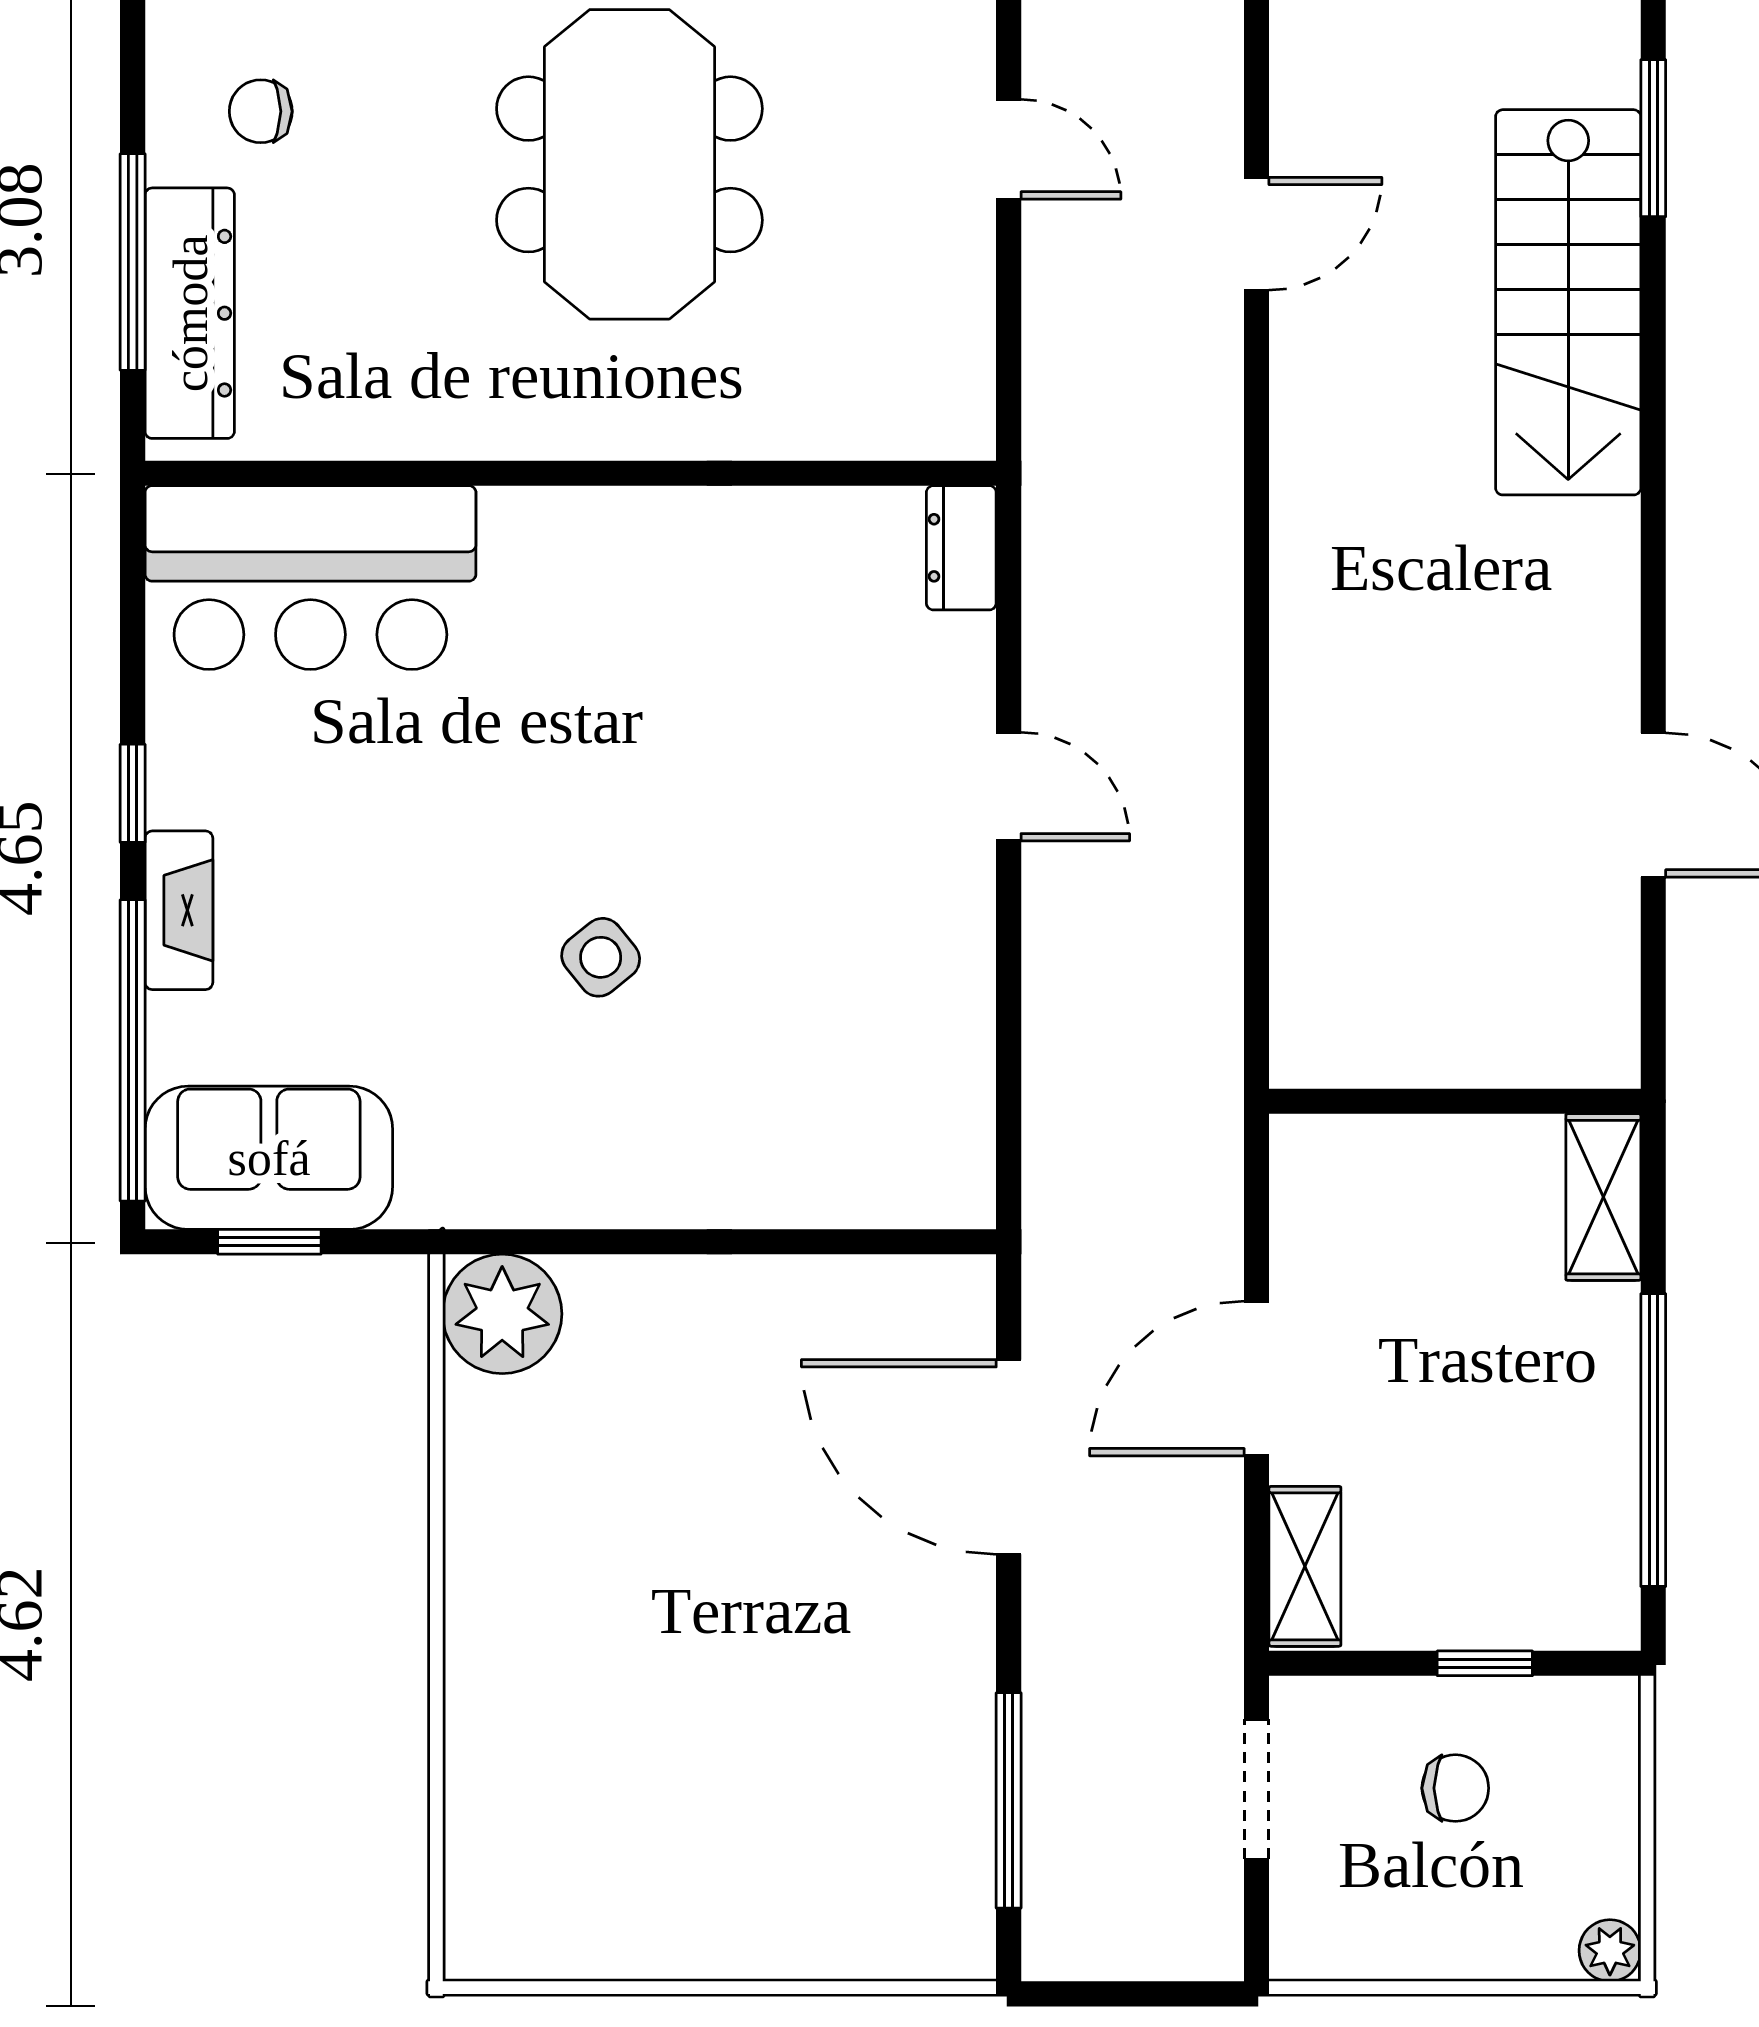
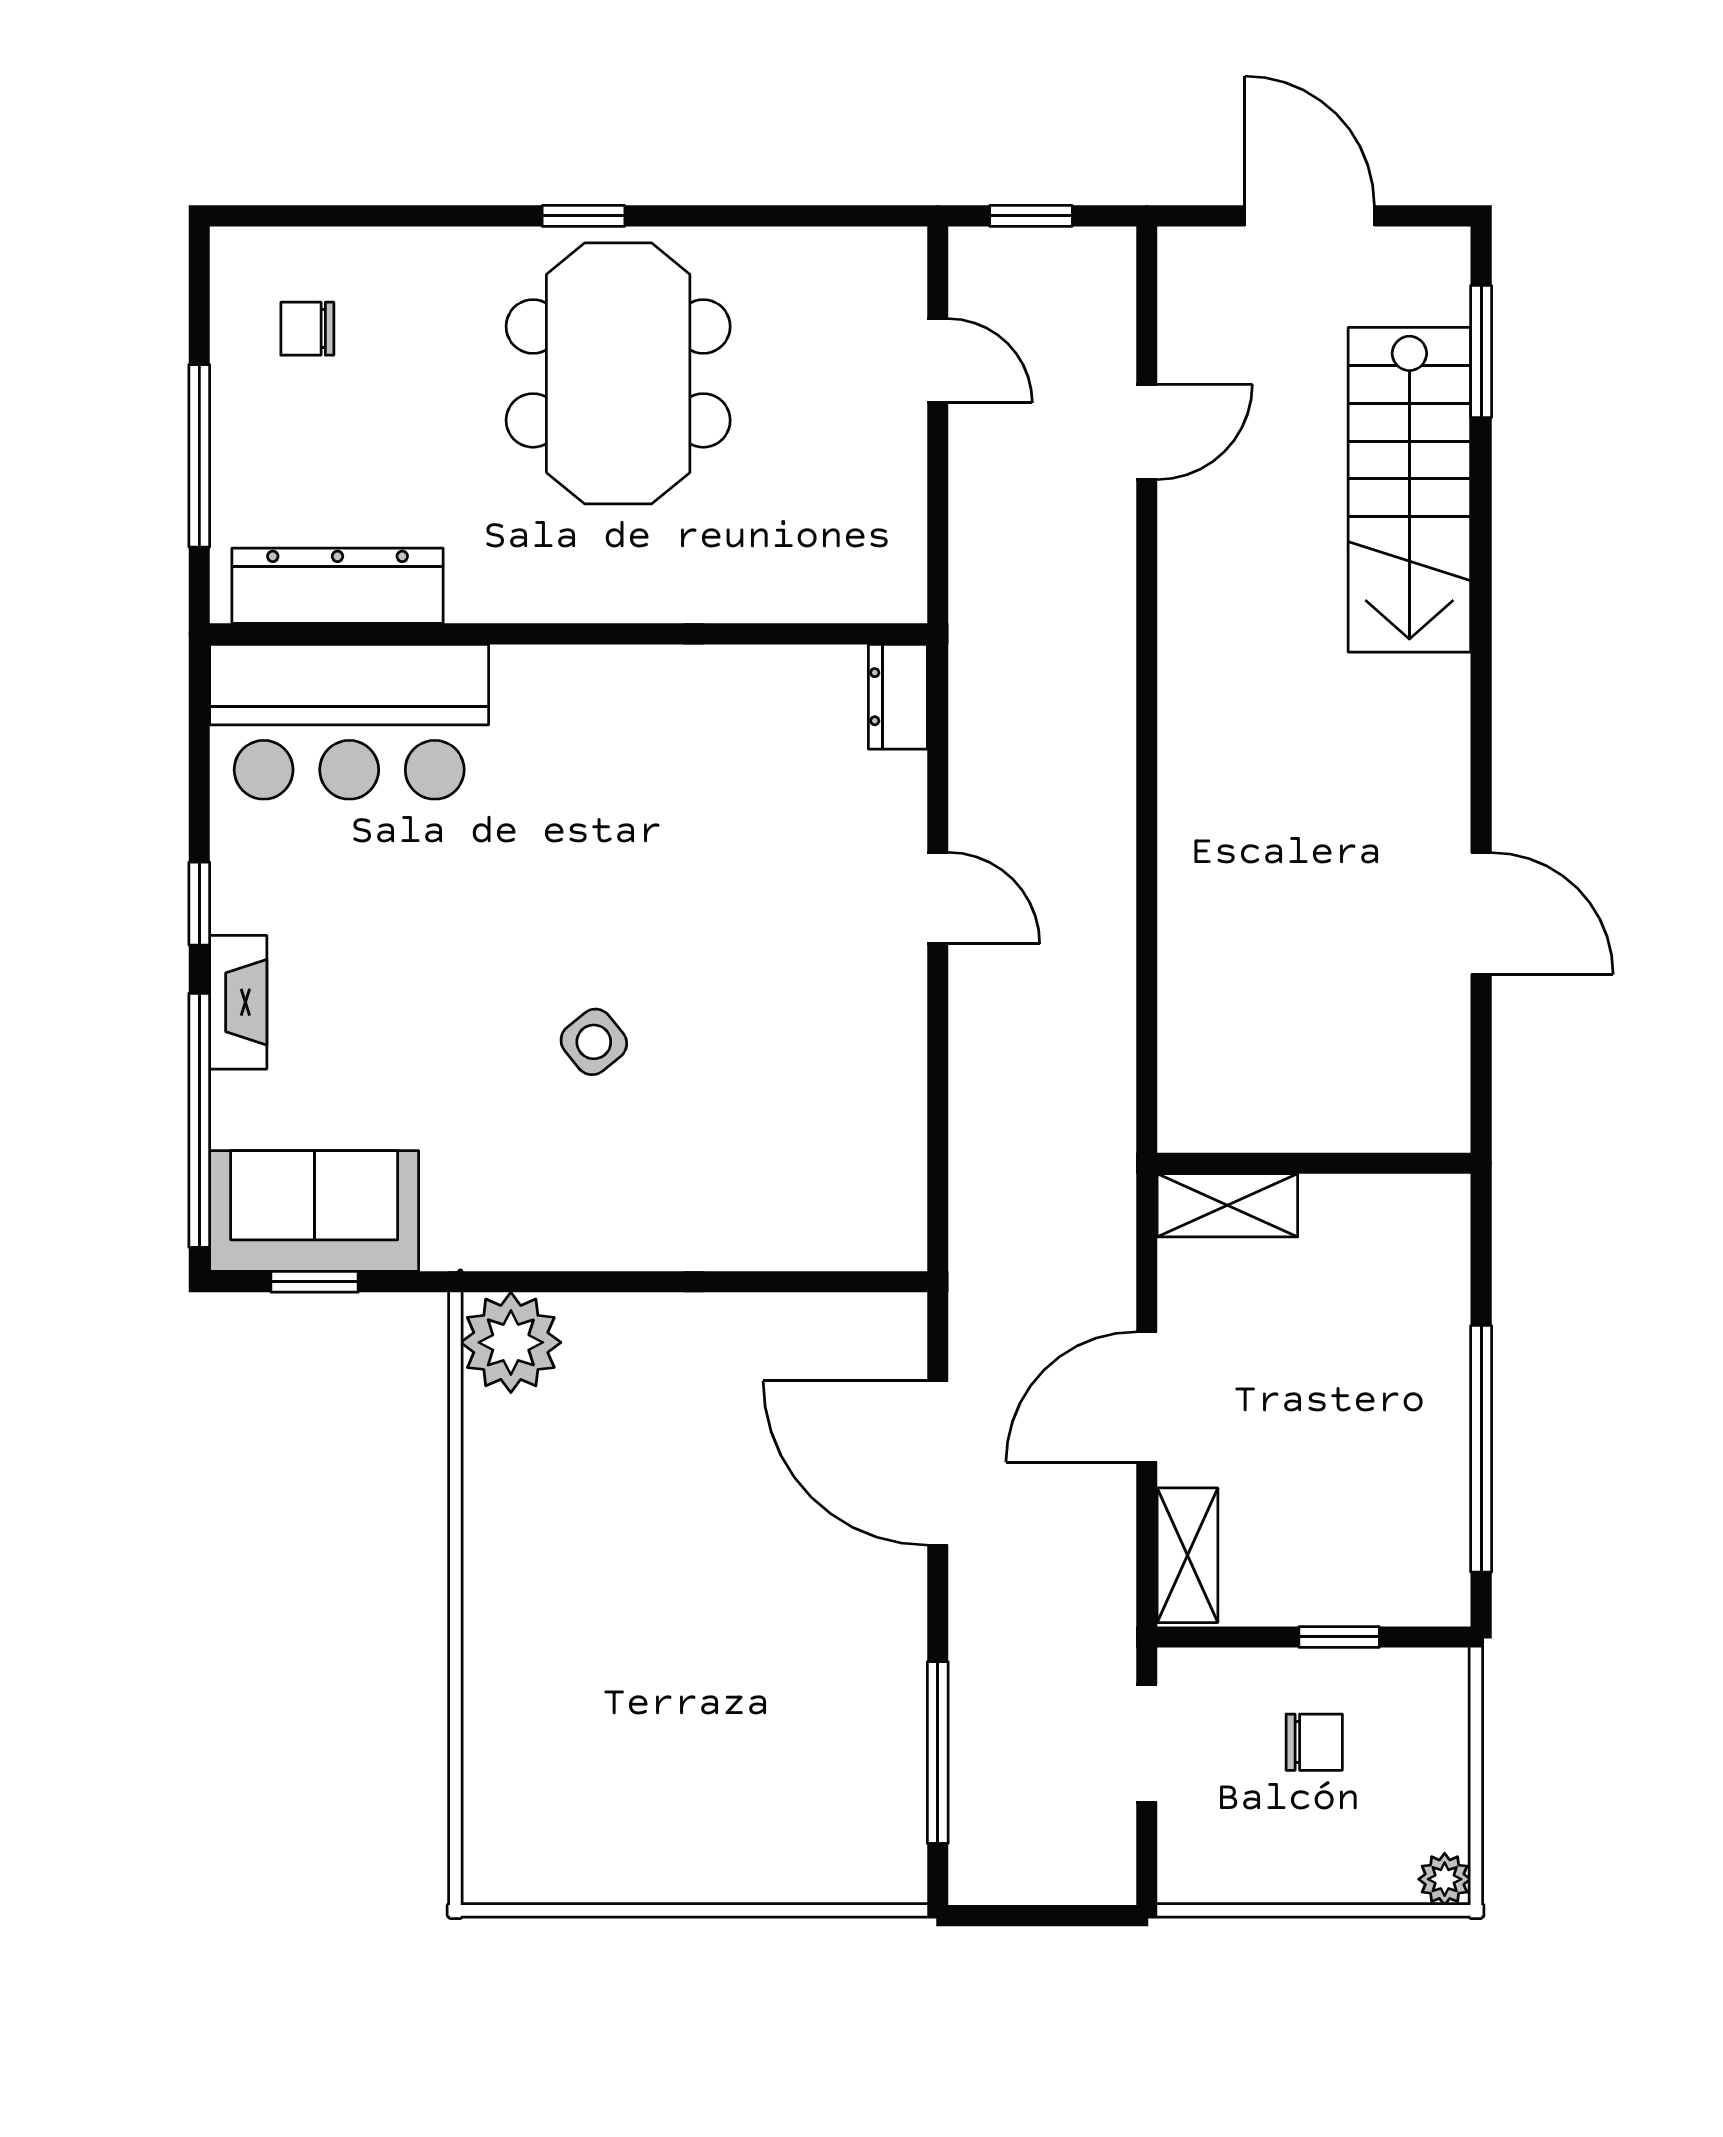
dresser: (190, 313) -> (338, 586), moved, turned -90
shelving: (1603, 1197) -> (1227, 1205), moved, turned 90

